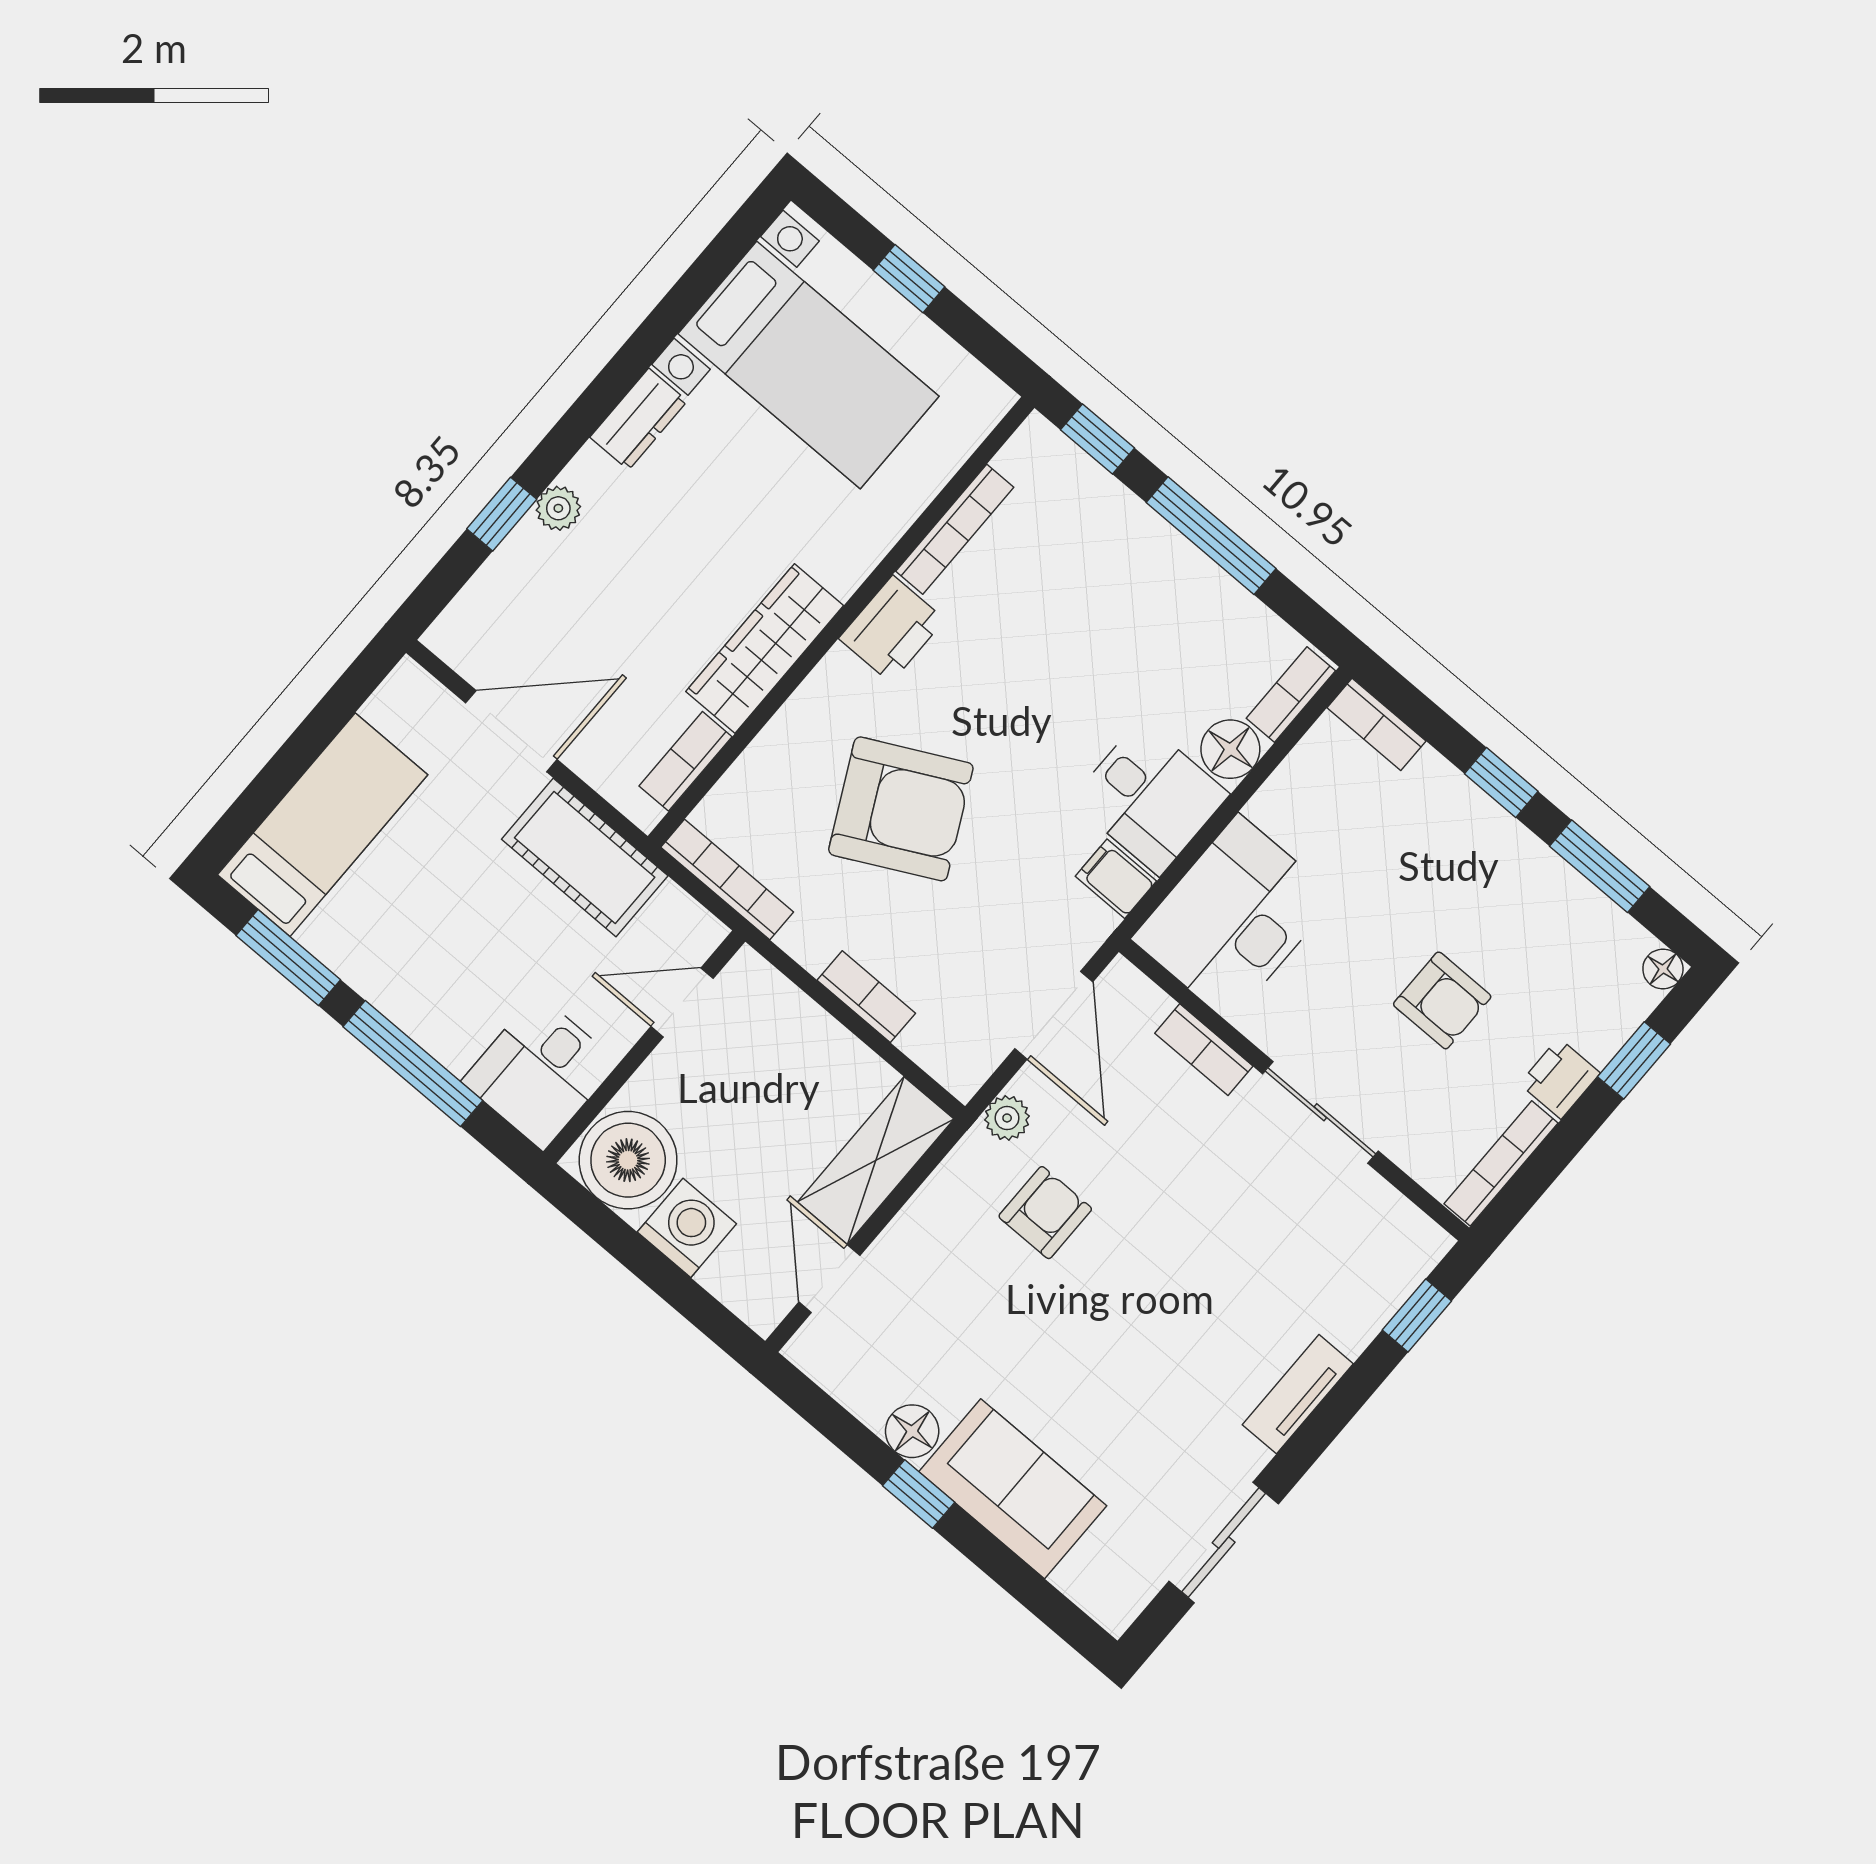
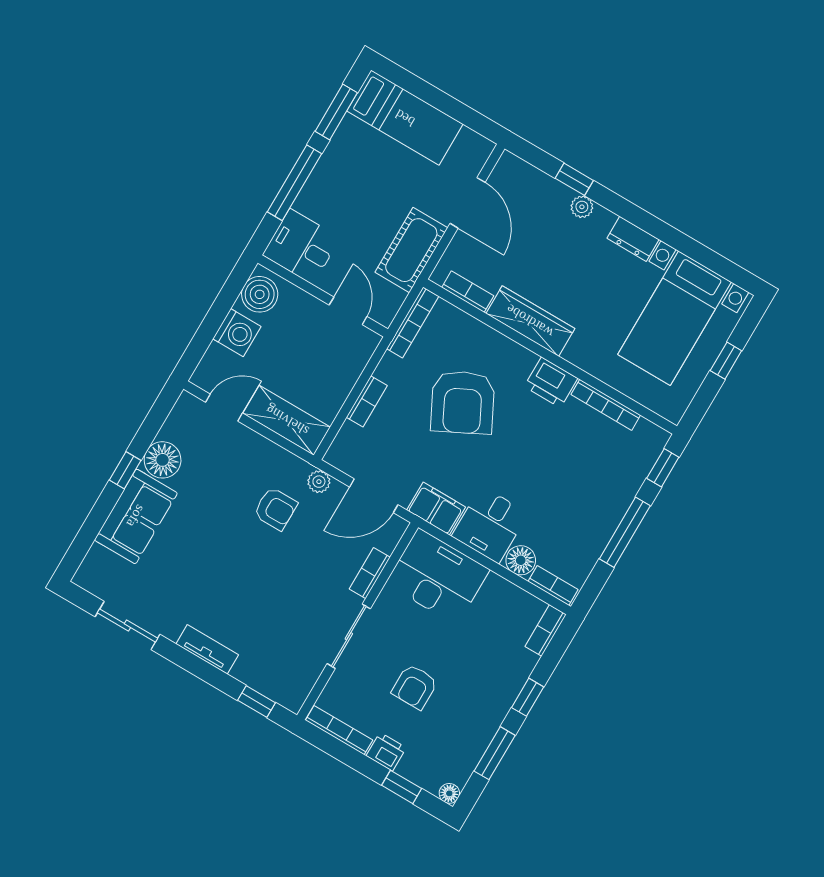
filing cabinet: (1116, 879) -> (436, 509), width x2.00
boiler: (628, 1160) -> (260, 294), width x0.73, depth x0.73
floor lamp: (912, 1431) -> (163, 460), width x1.38, depth x1.38

